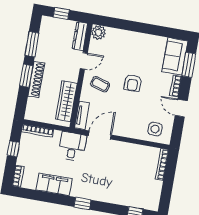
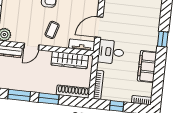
door: (84, 61) -> (31, 47), swing flipped
shoe rack: (36, 79) -> (73, 91), moved
door: (100, 135) -> (99, 27), hinge flipped

